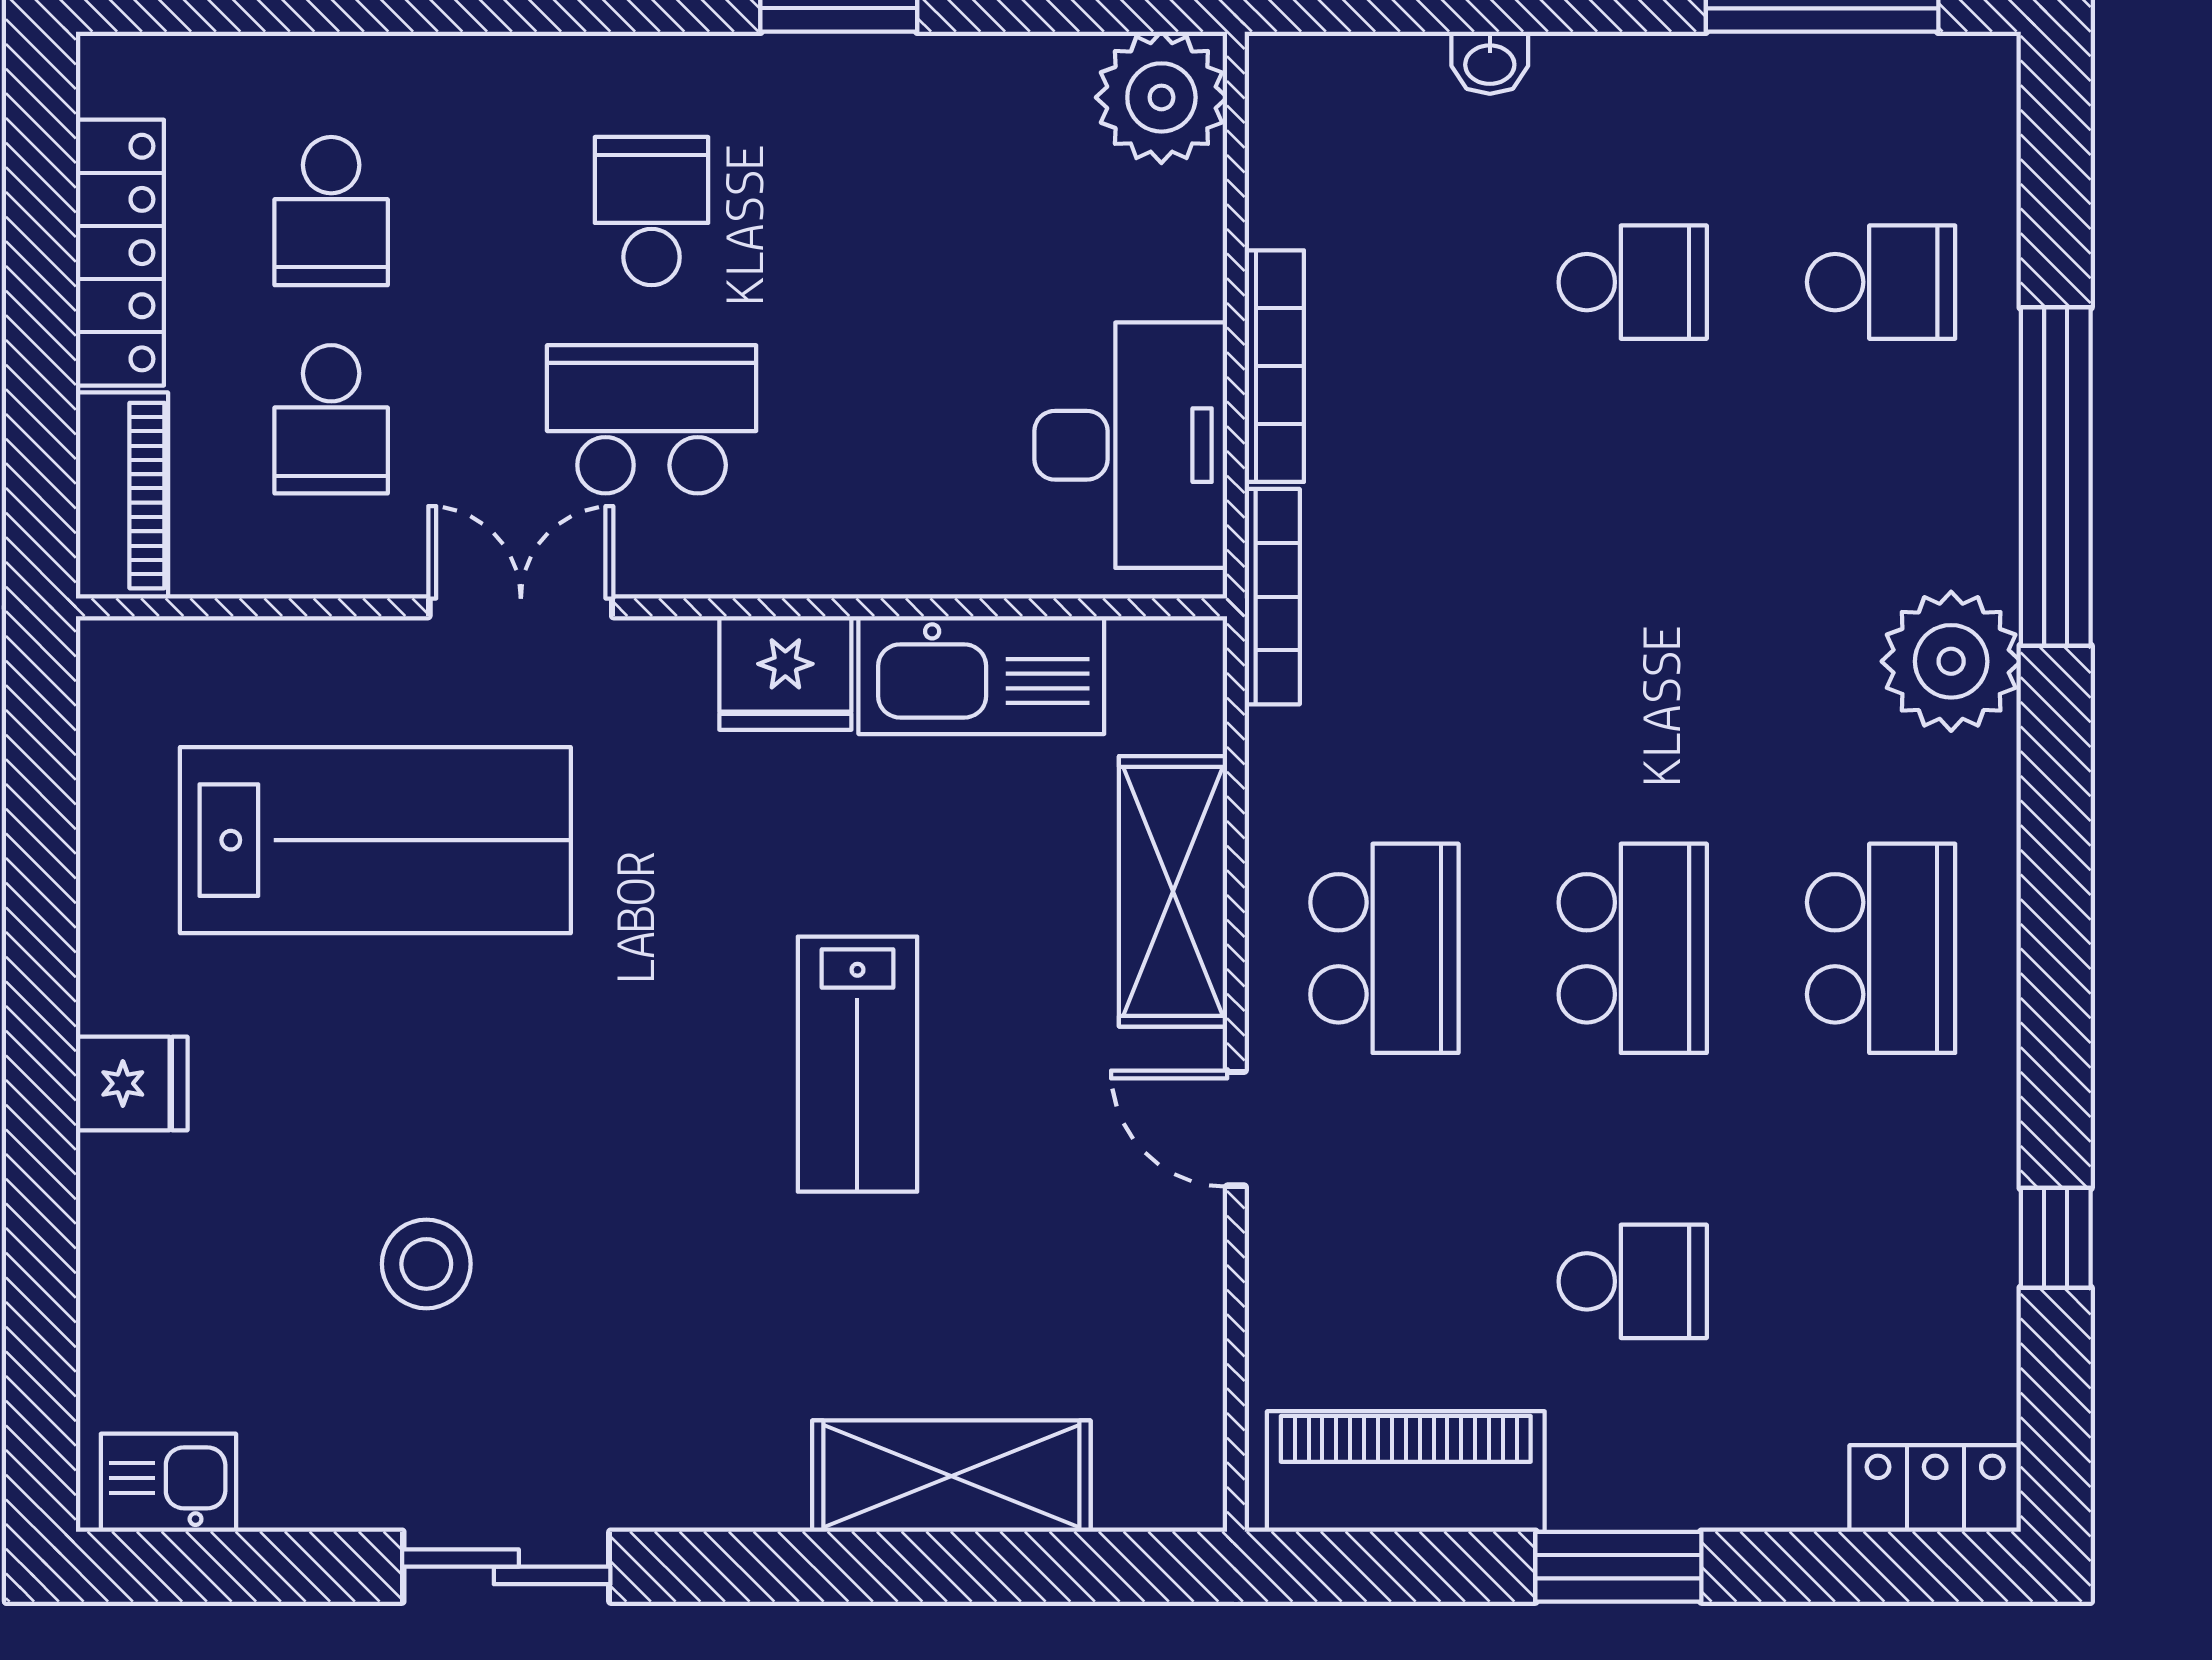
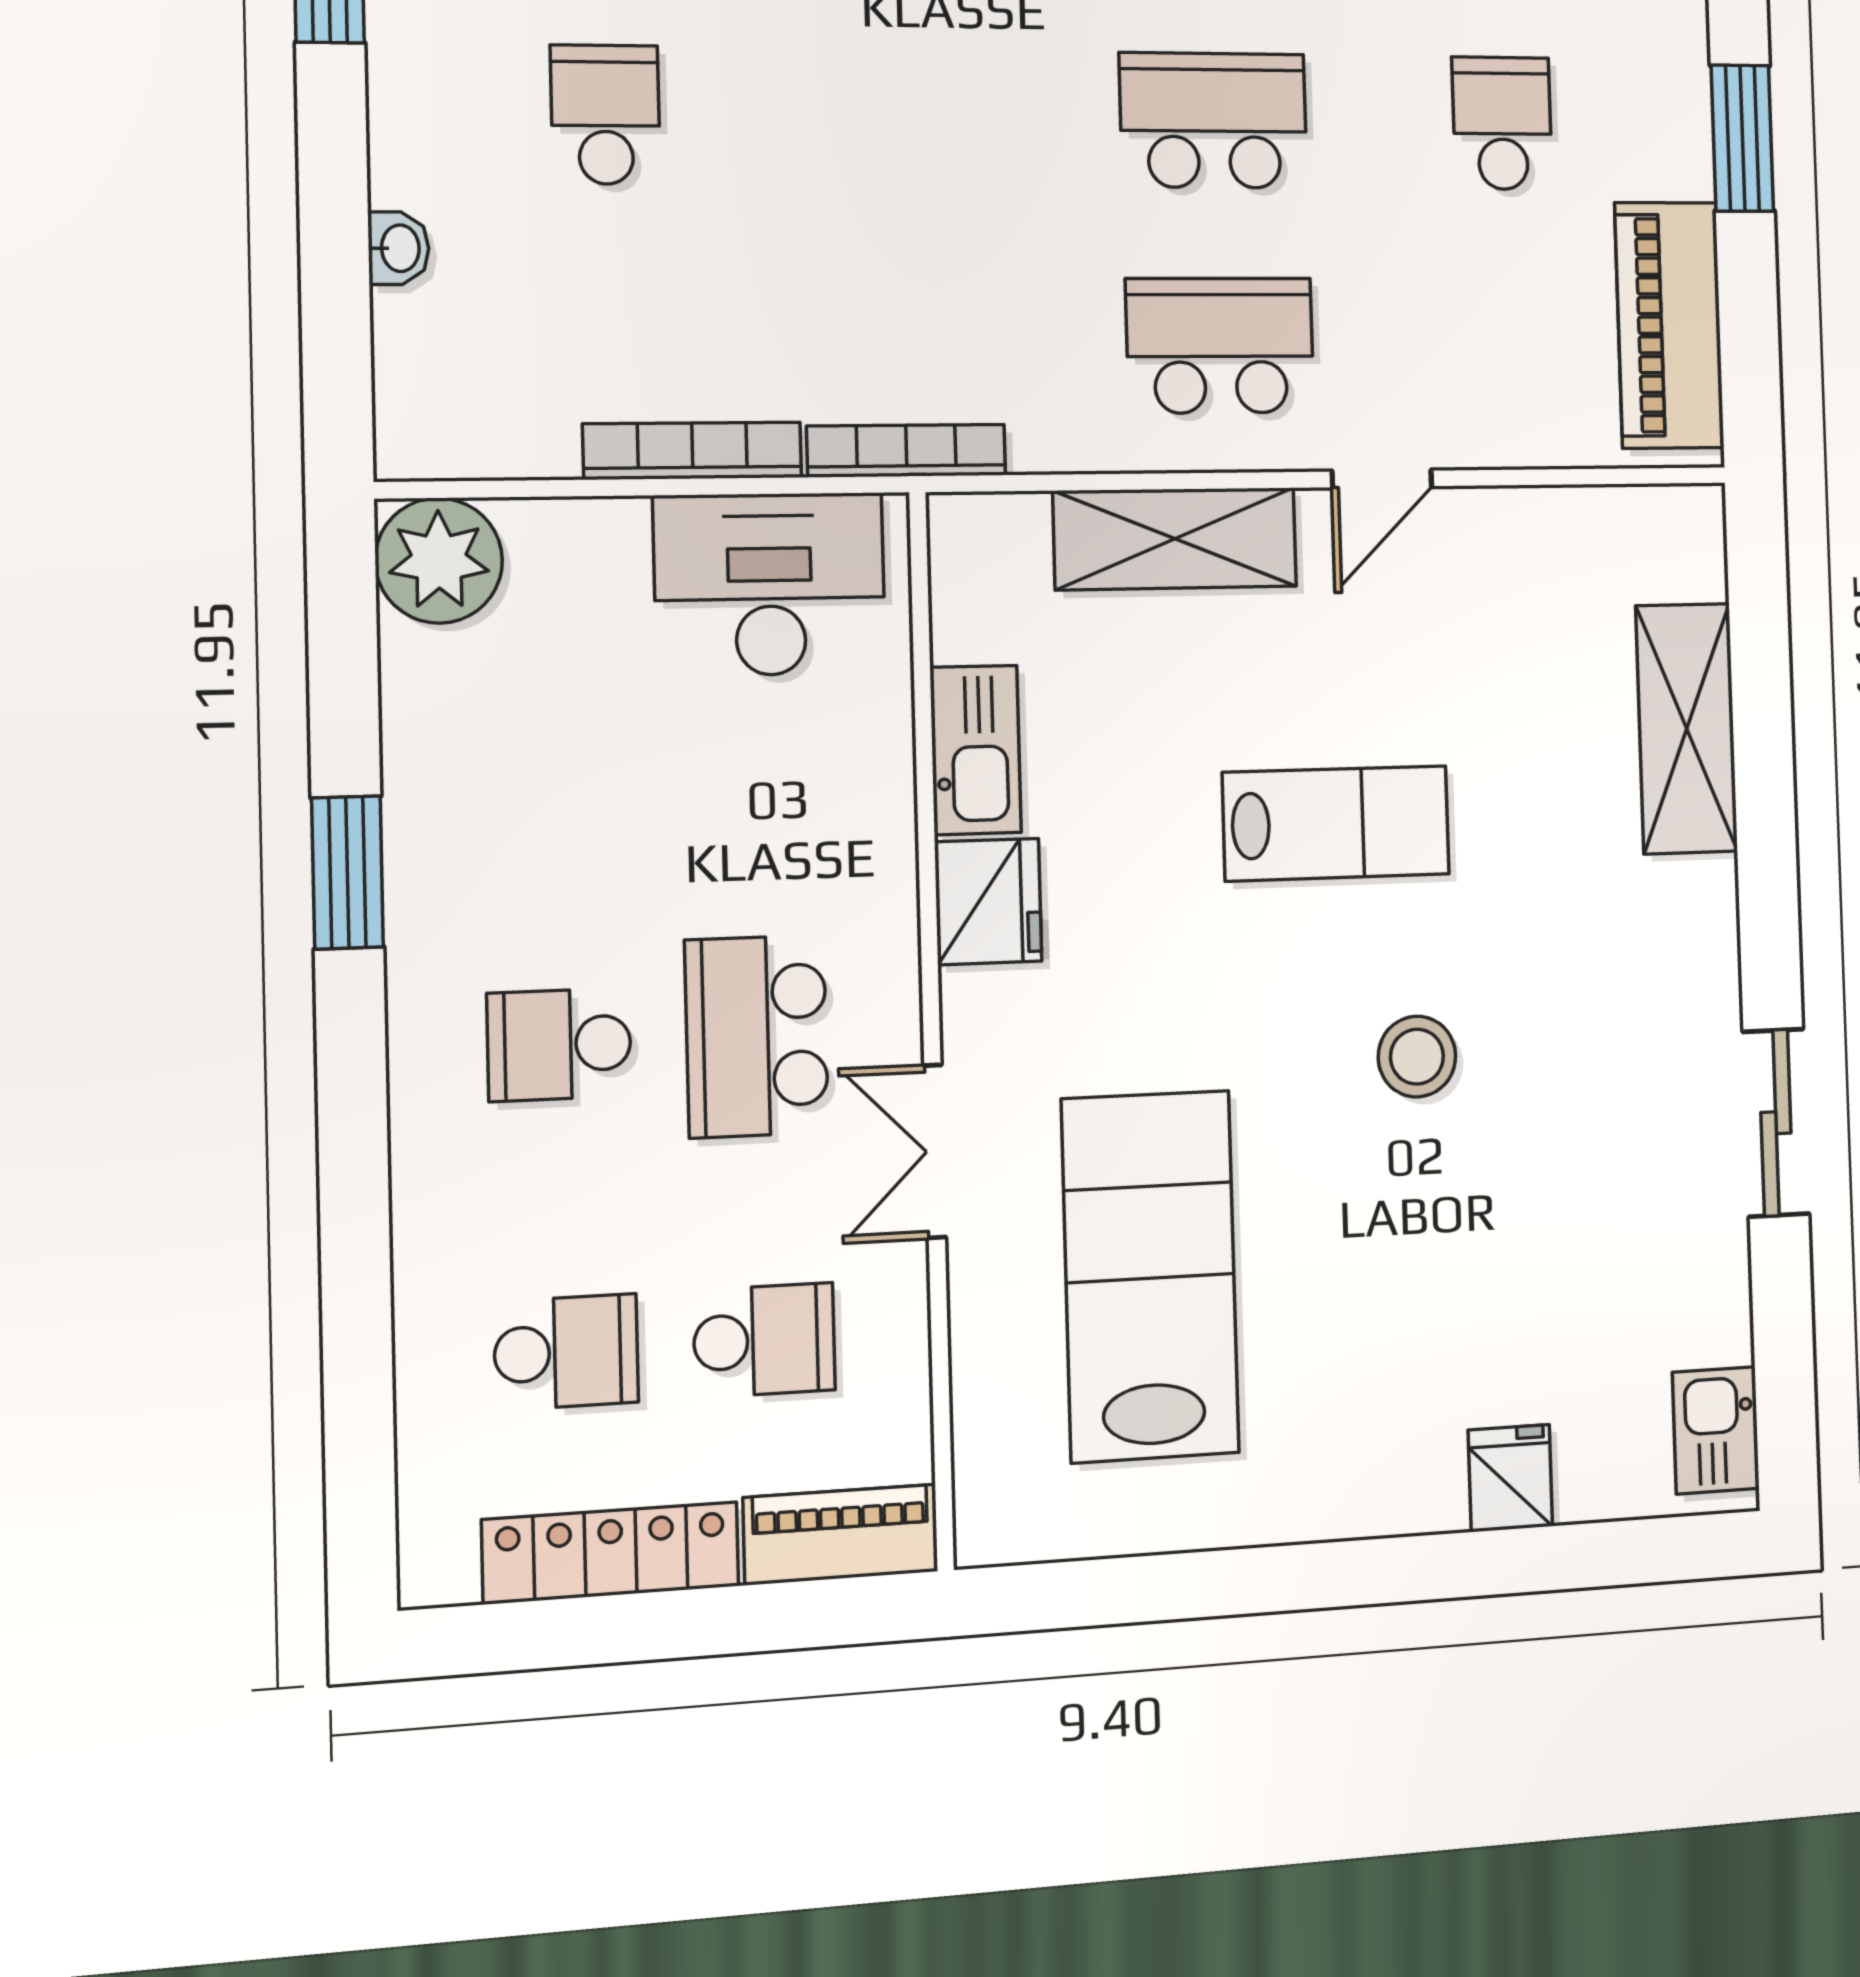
kitchen sink: (981, 675) -> (976, 750), width x0.73, depth x0.81
fridge: (132, 1083) -> (1510, 1478), moved
stool: (426, 1264) -> (1417, 1057), moved

